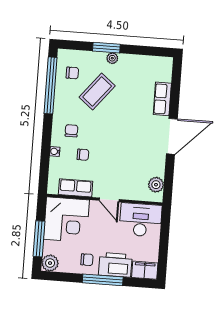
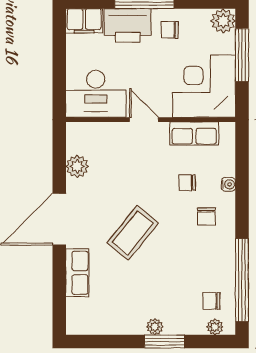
plant: (71, 55) -> (215, 327), added
coffee table: (97, 91) -> (133, 233), moved
plant: (156, 185) -> (77, 166), moved

